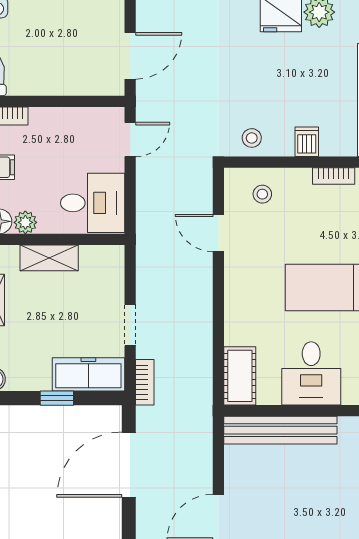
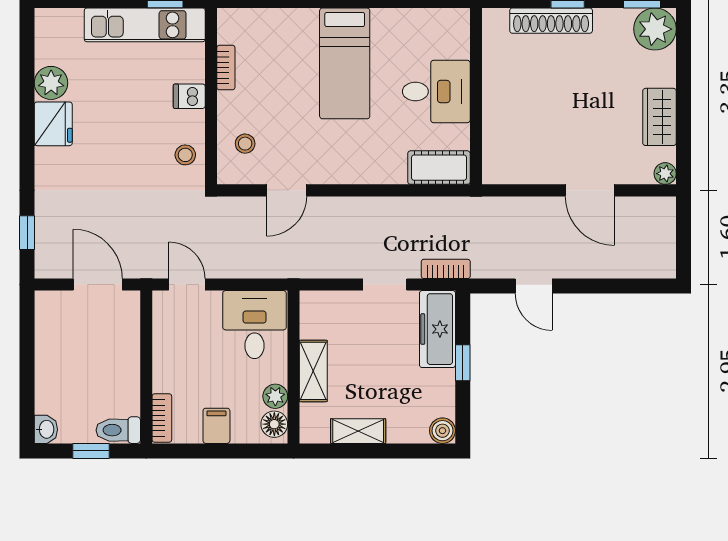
bench: (280, 430) -> (497, 124), removed
door: (129, 465) -> (534, 286), width x0.53

